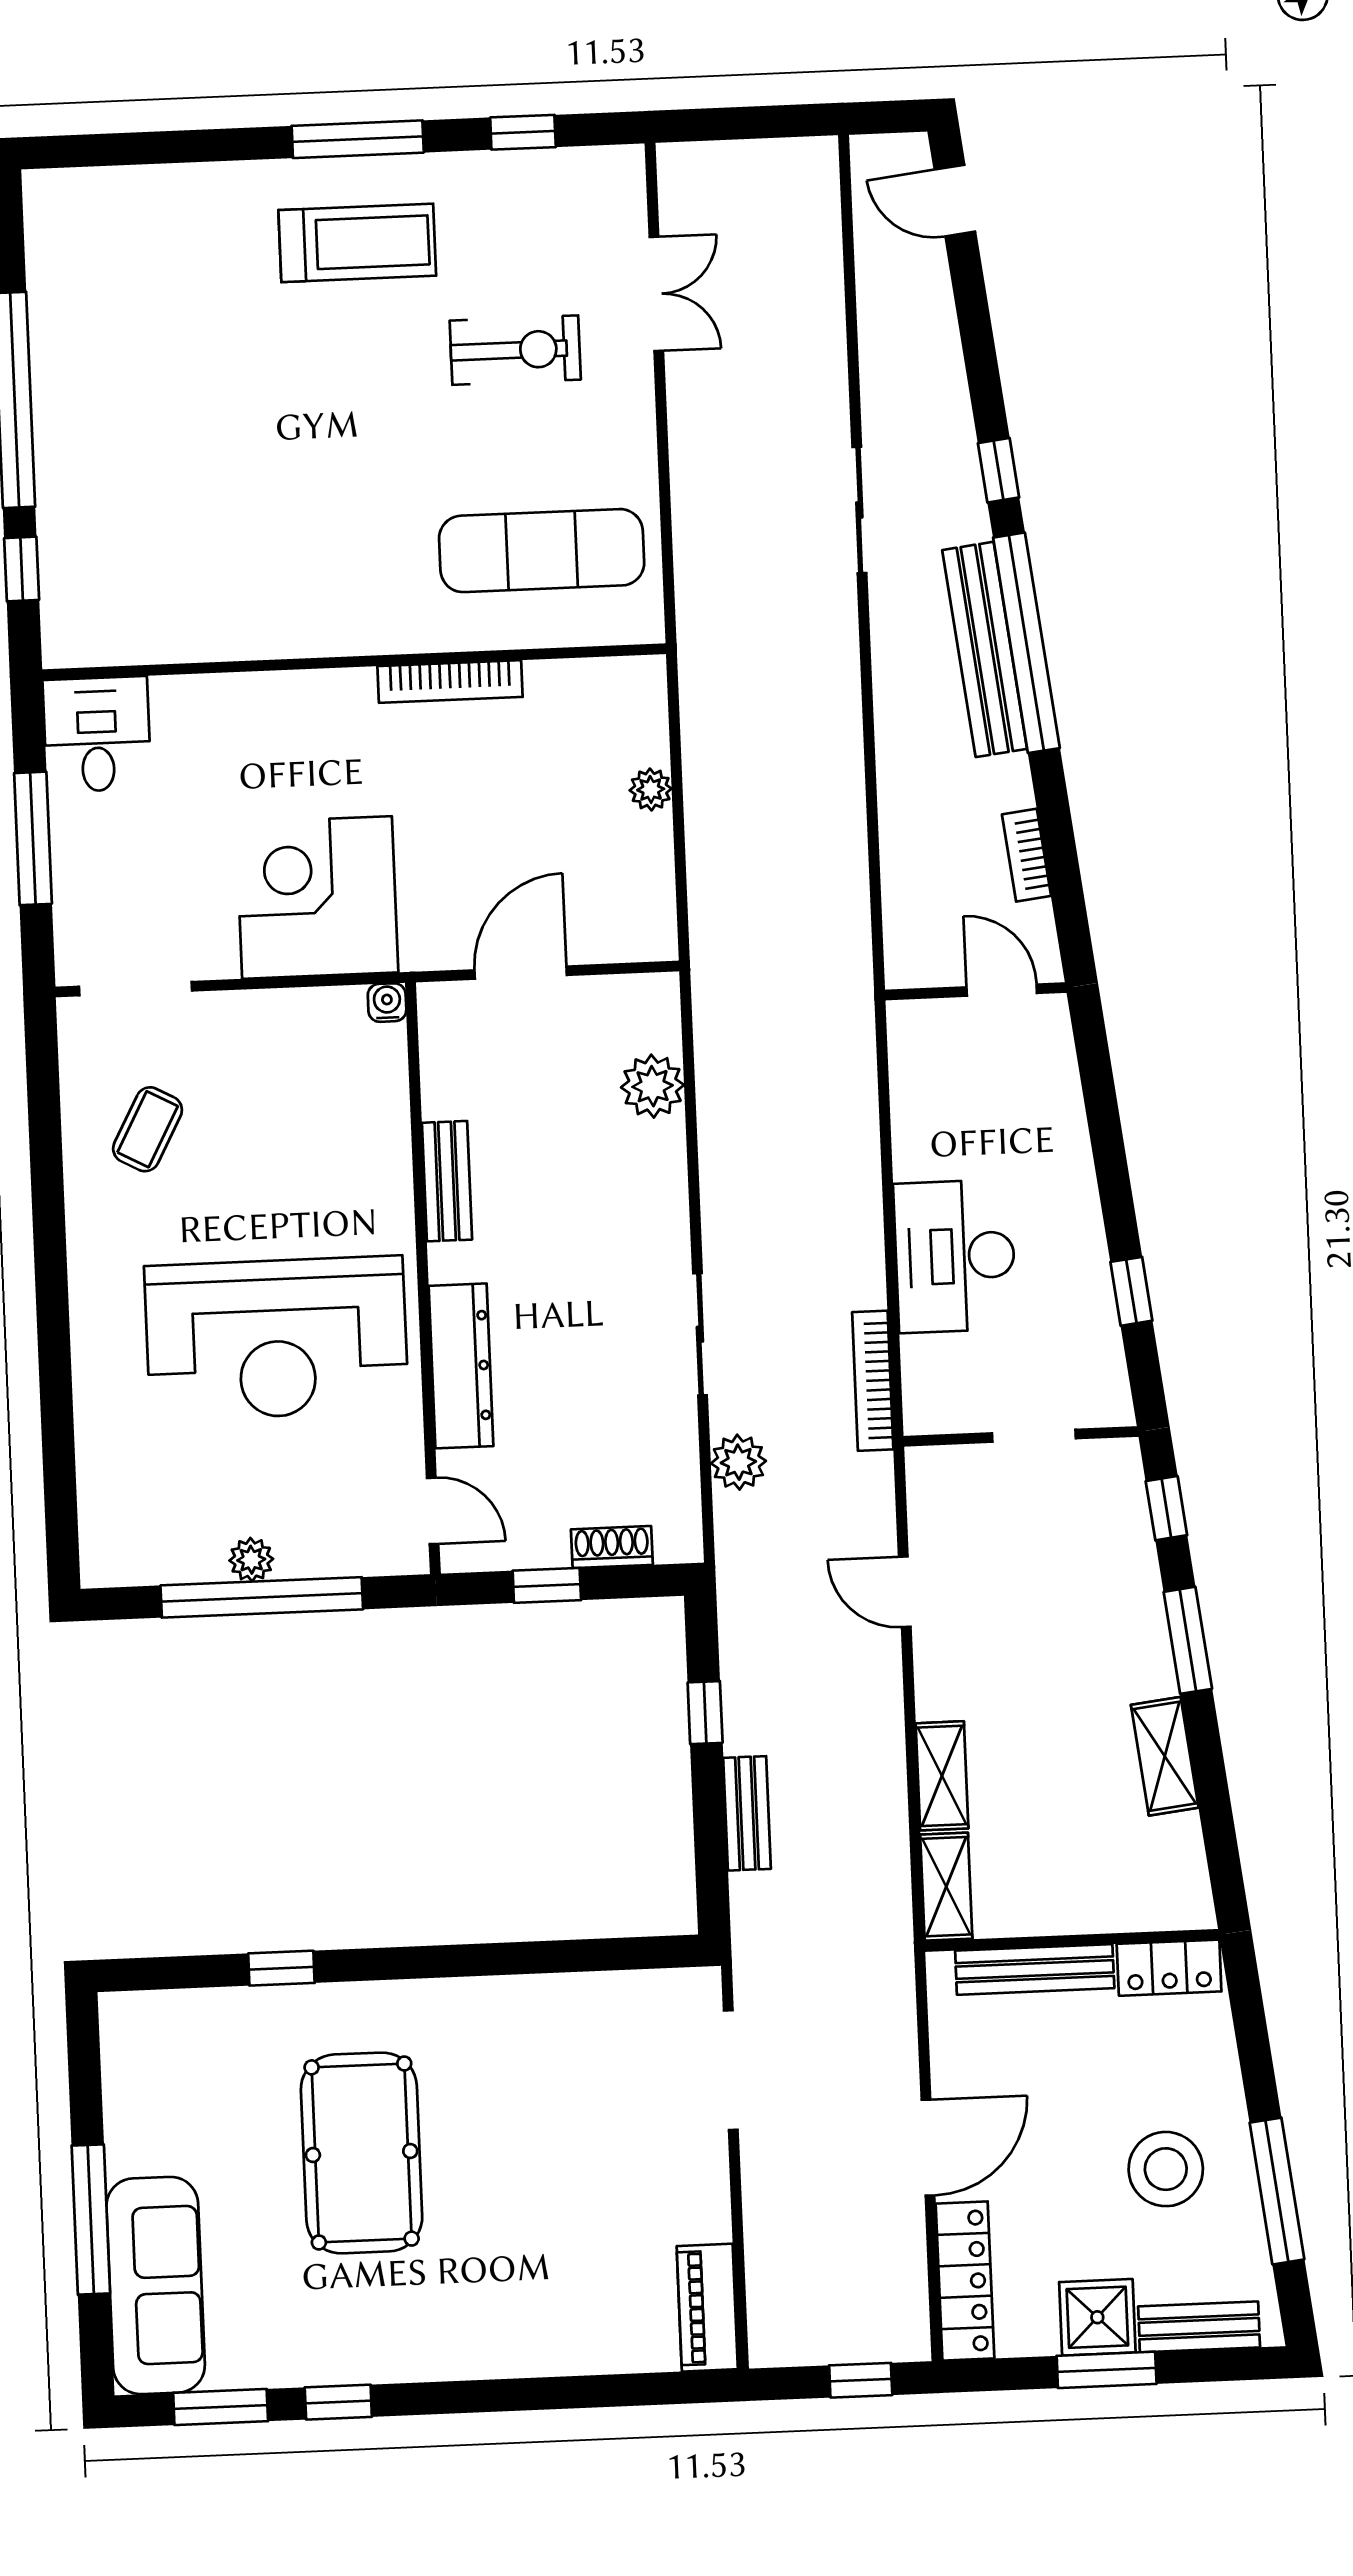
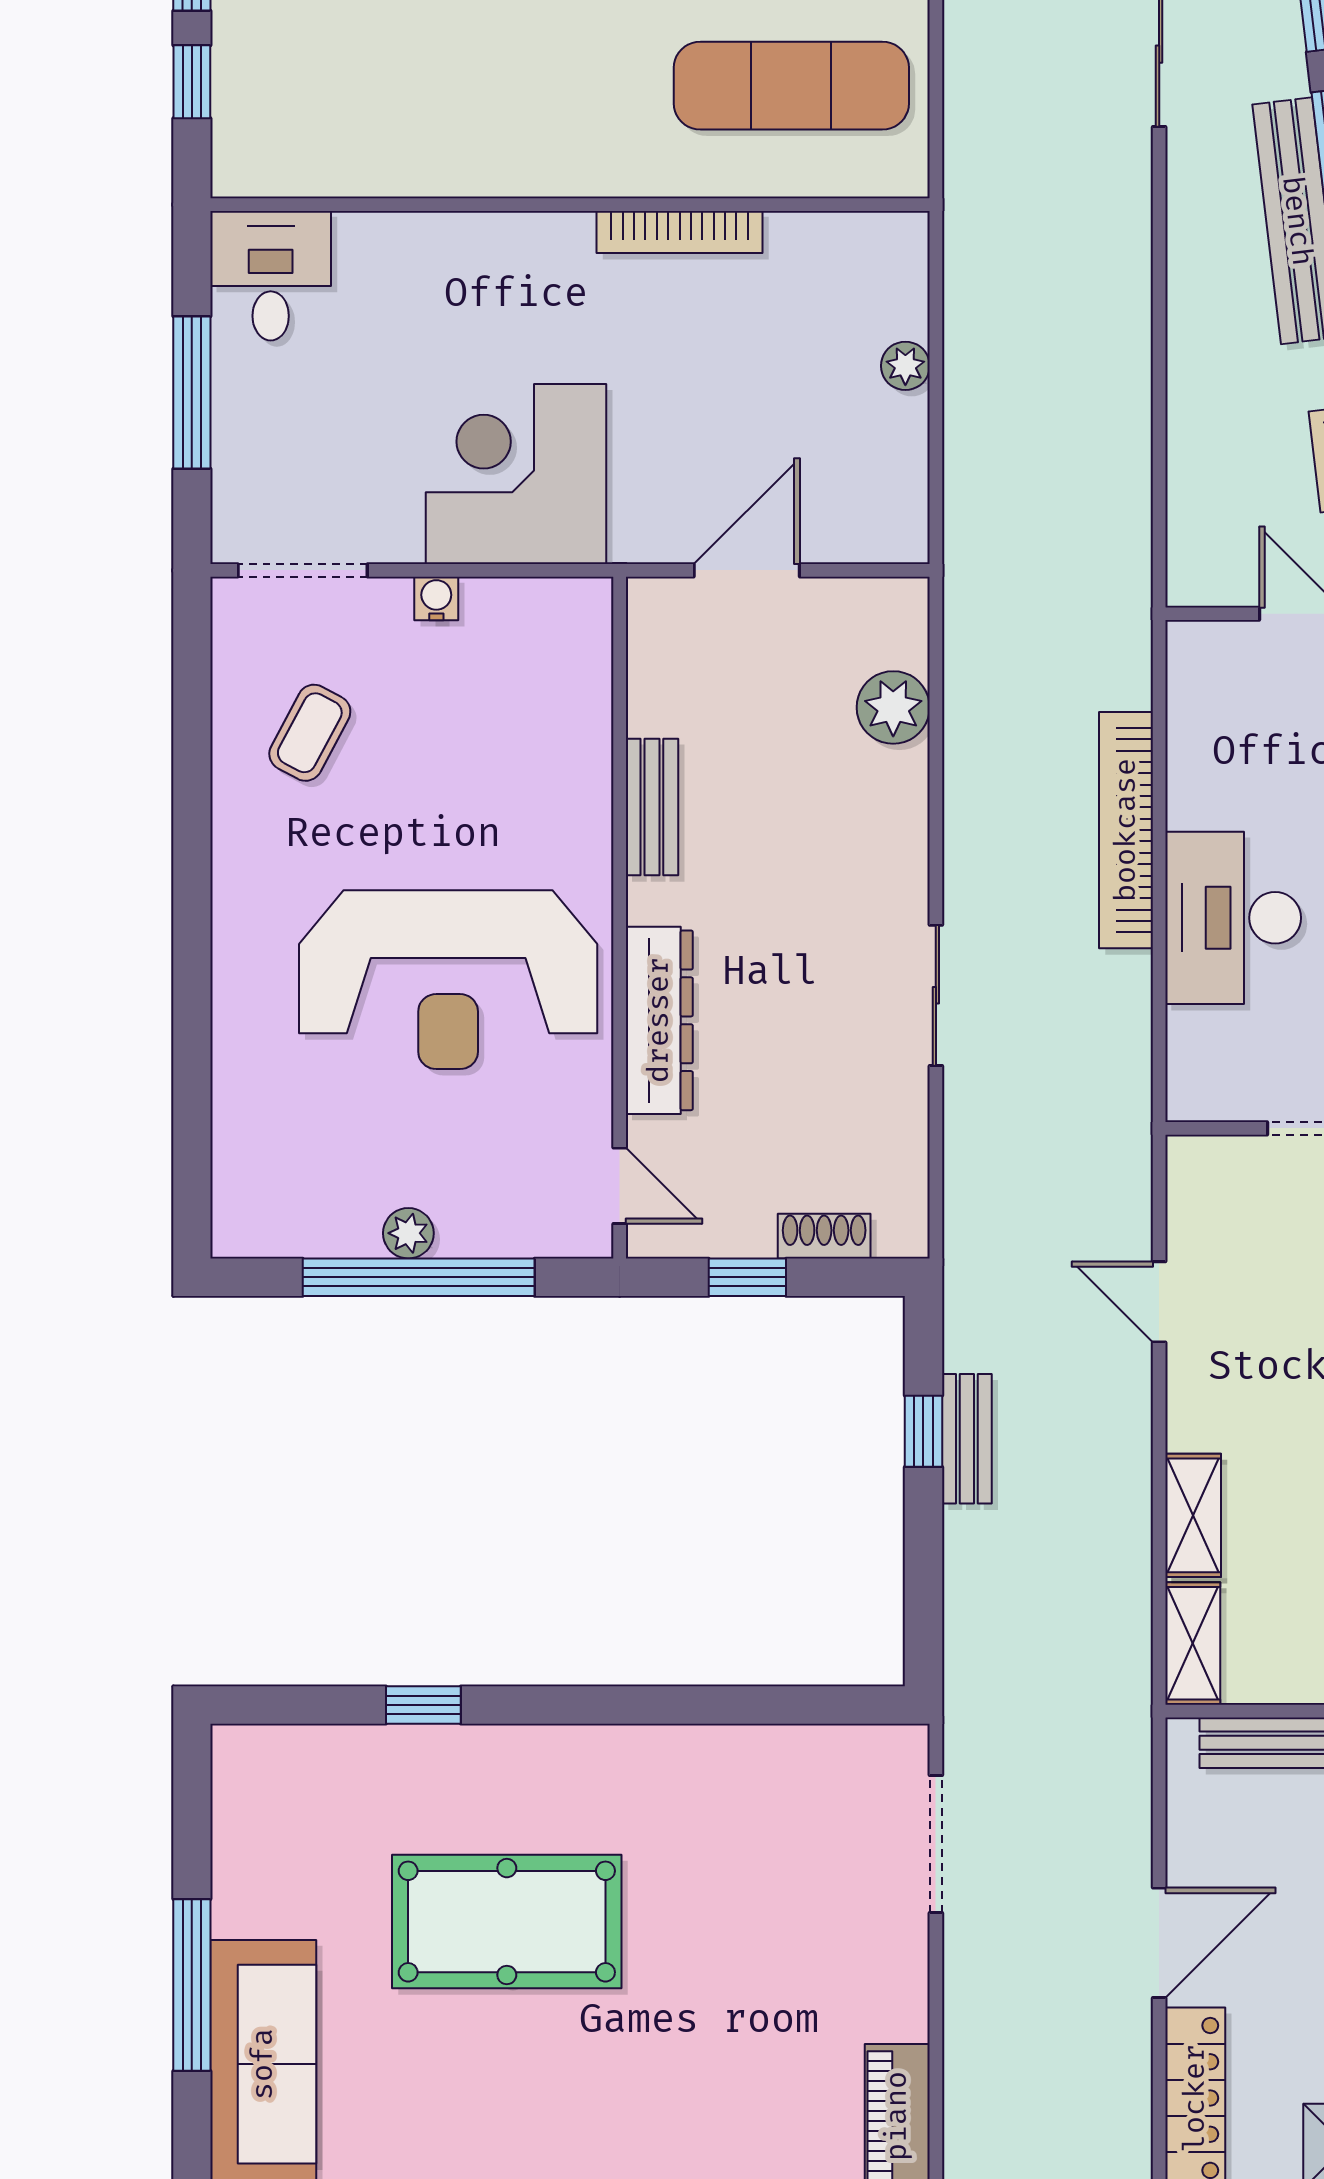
water cooler: (387, 1003) -> (436, 598), moved
bookcase: (873, 1381) -> (1126, 830), moved, width x1.48, depth x1.31
plant: (738, 1462) -> (974, 1144), removed
bench: (747, 1813) -> (967, 1439), moved
pool table: (362, 2153) -> (507, 1922), turned 90

